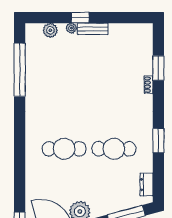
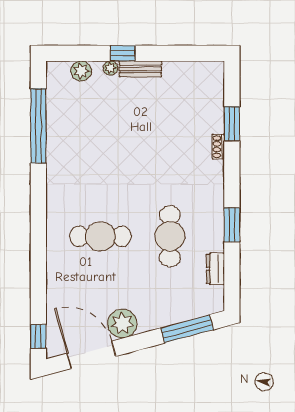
cafe table: (114, 149) -> (170, 236), turned 90
dresser: (147, 185) -> (215, 269), moved

